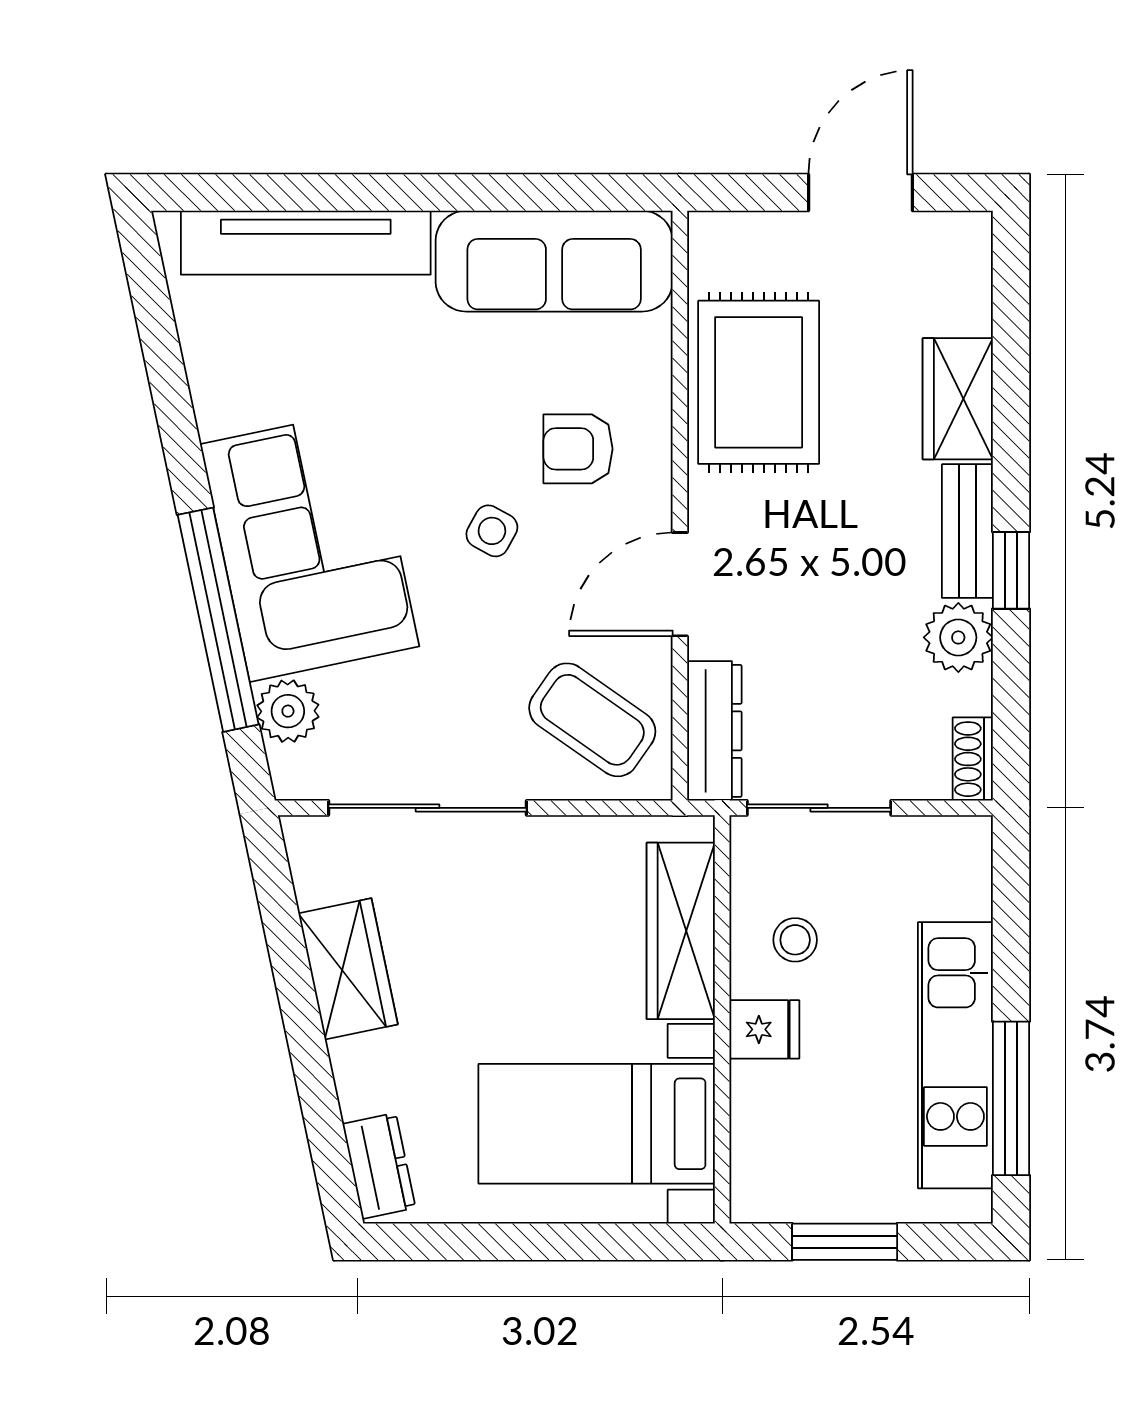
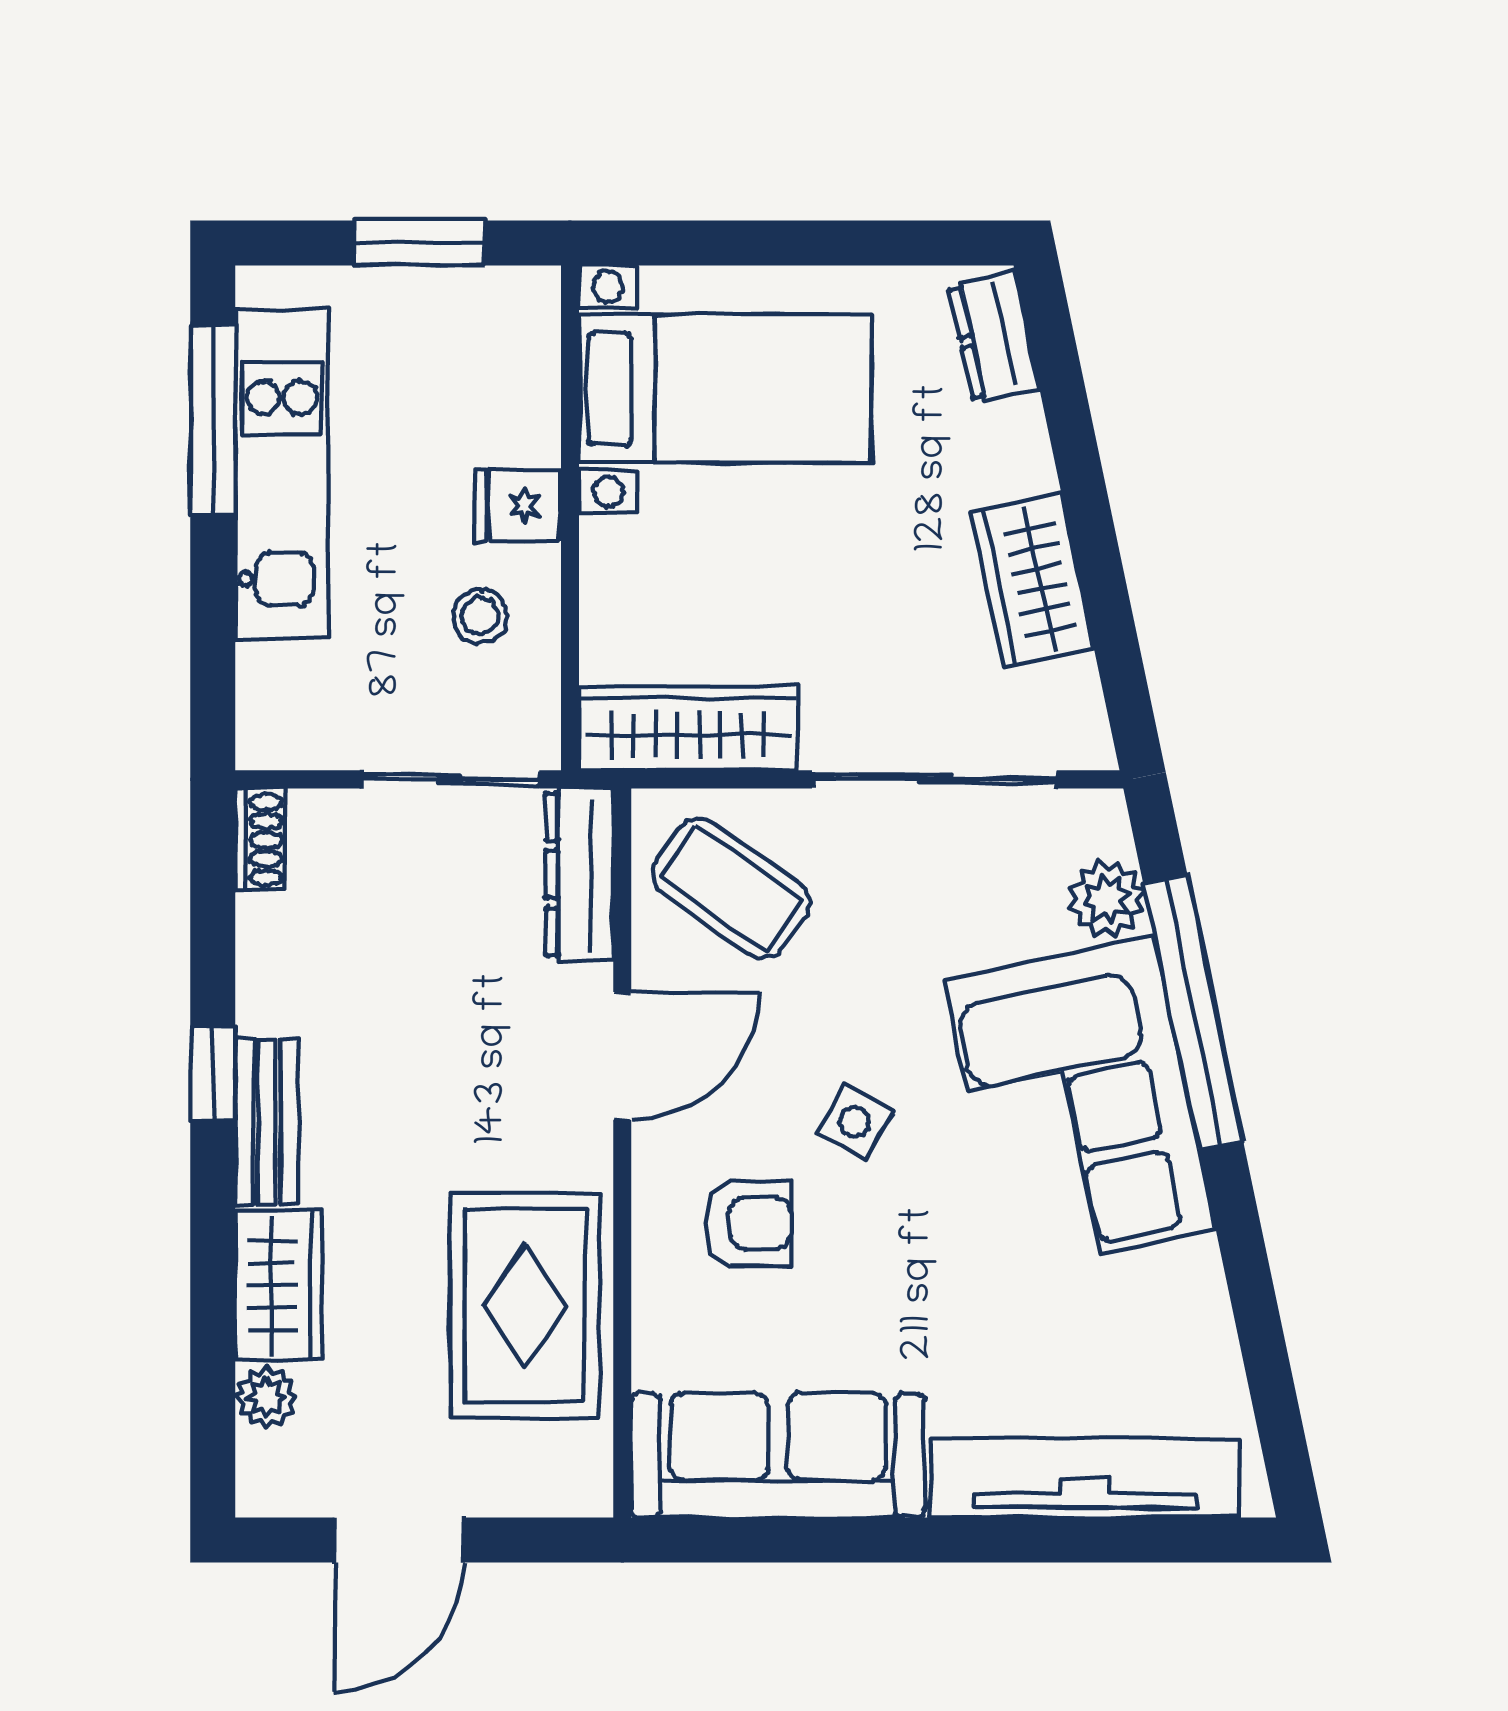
plant: (958, 637) -> (266, 1397), moved, width x0.73, depth x0.73
wardrobe: (681, 931) -> (688, 728), moved, turned -90

